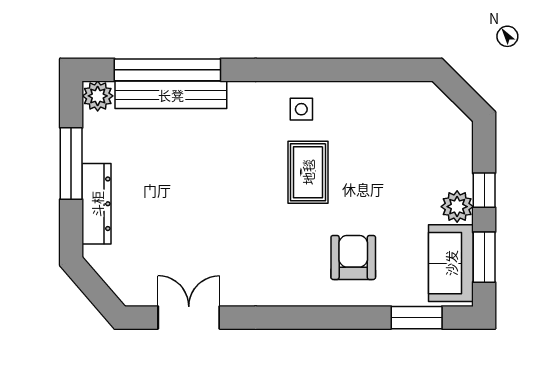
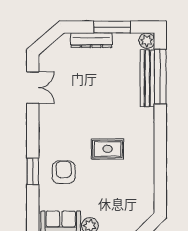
side table: (301, 109) -> (140, 145), removed
armchair: (353, 257) -> (64, 172), turned -90
window: (417, 318) -> (33, 171), moved

